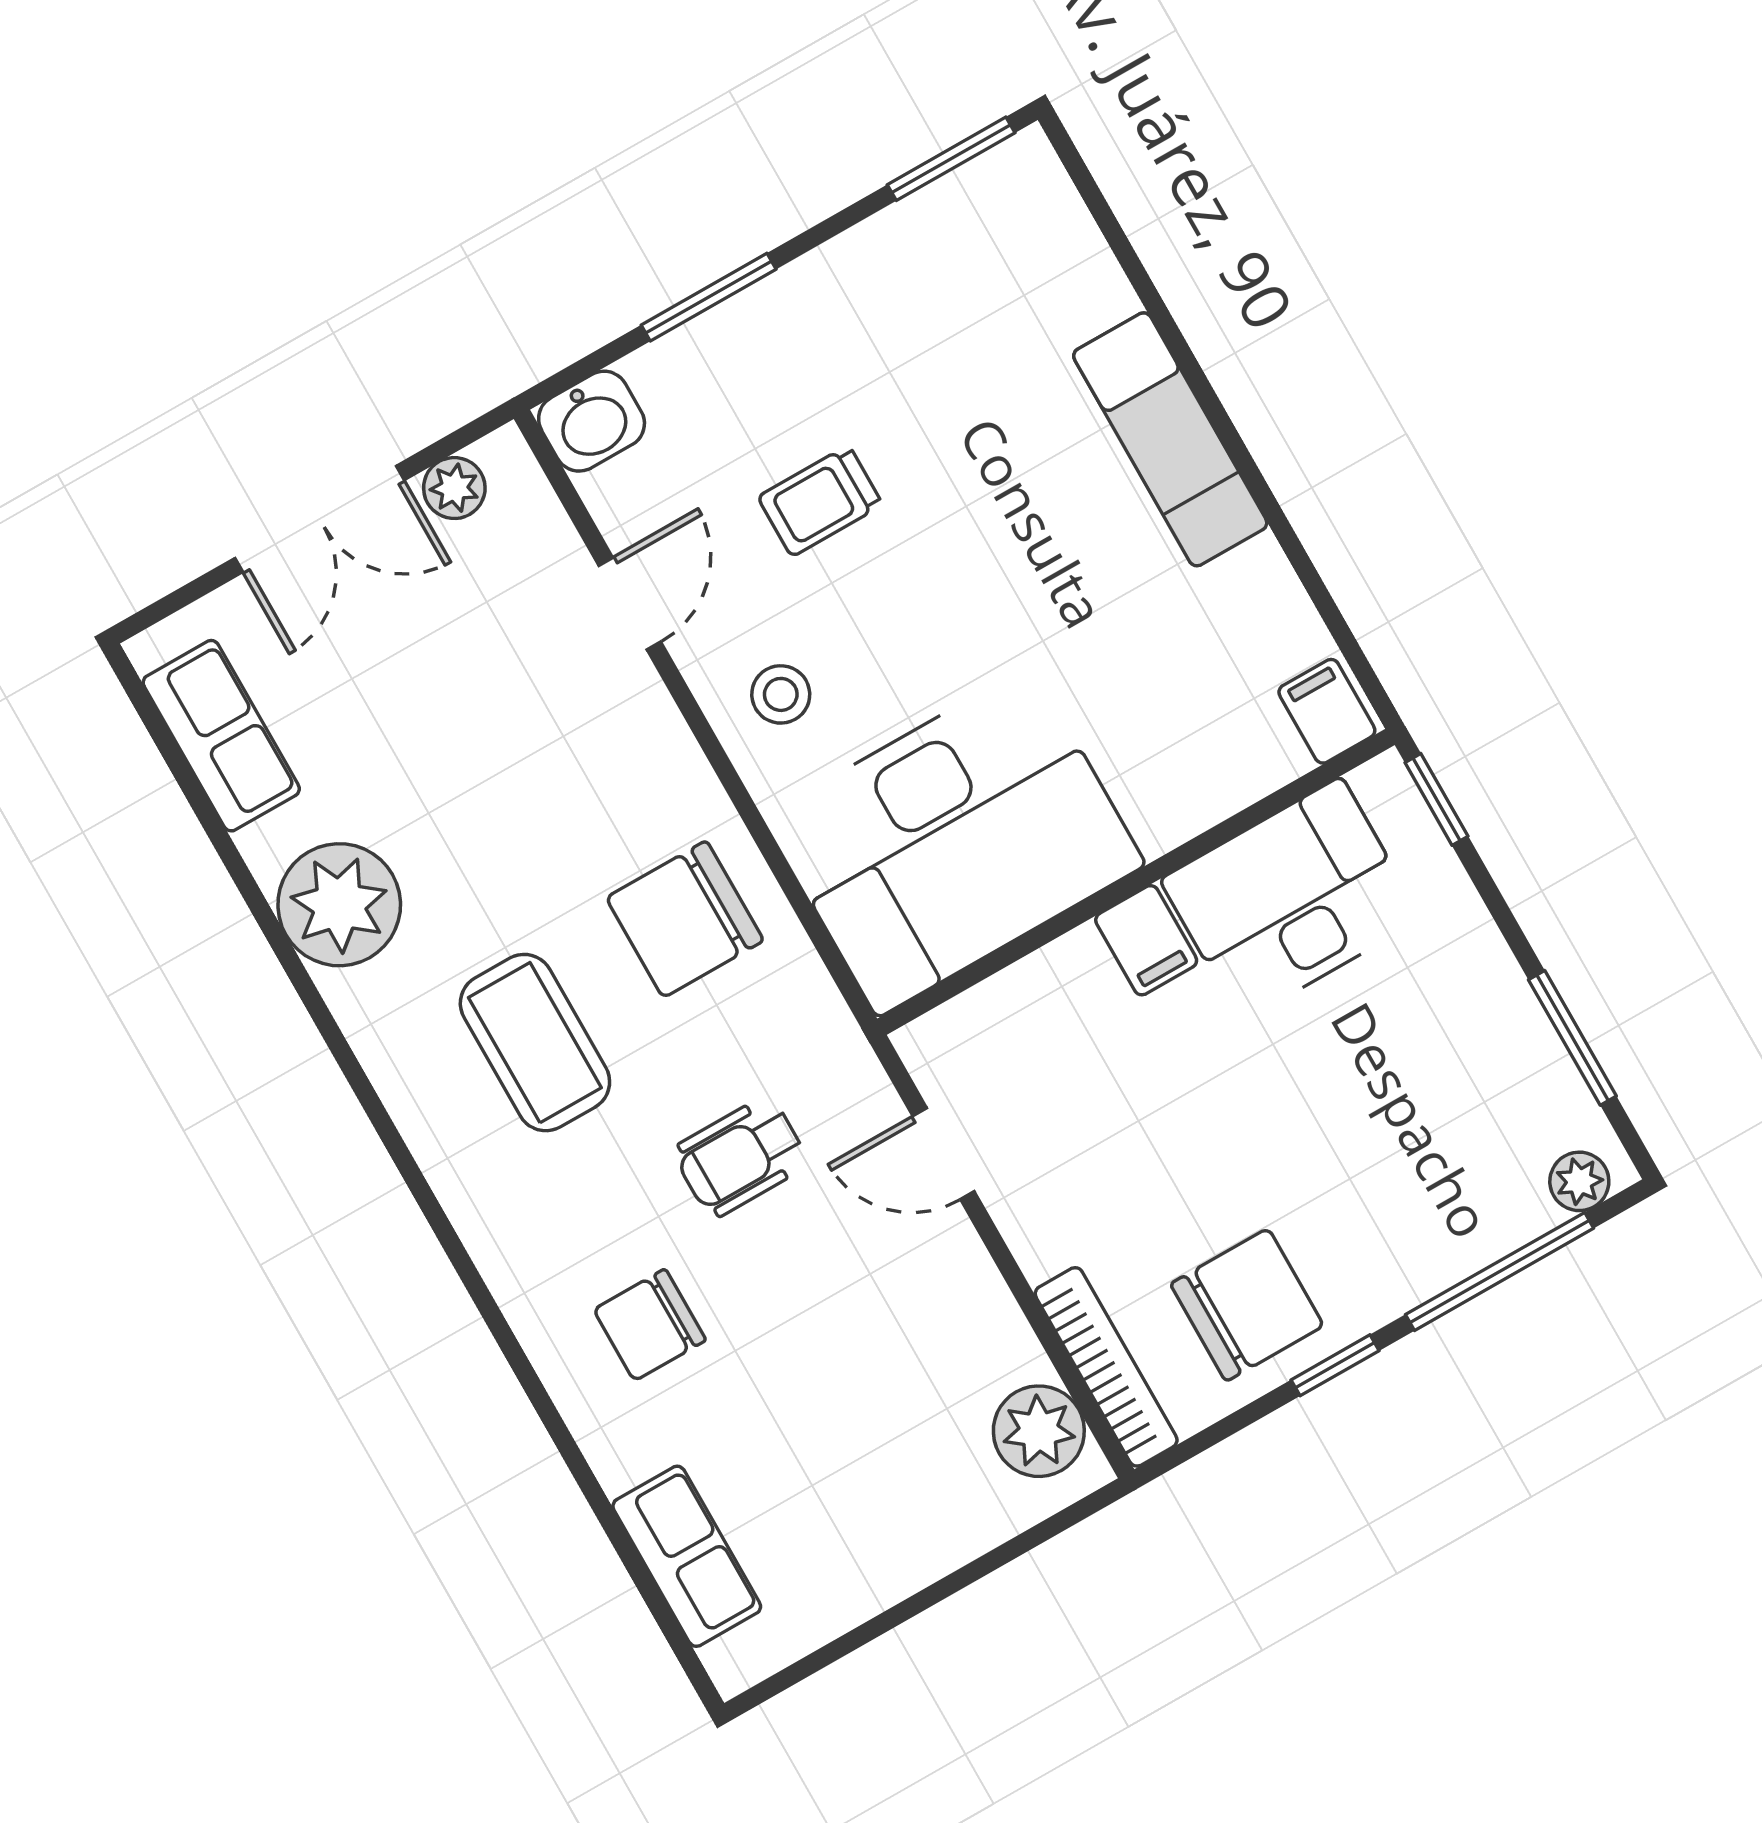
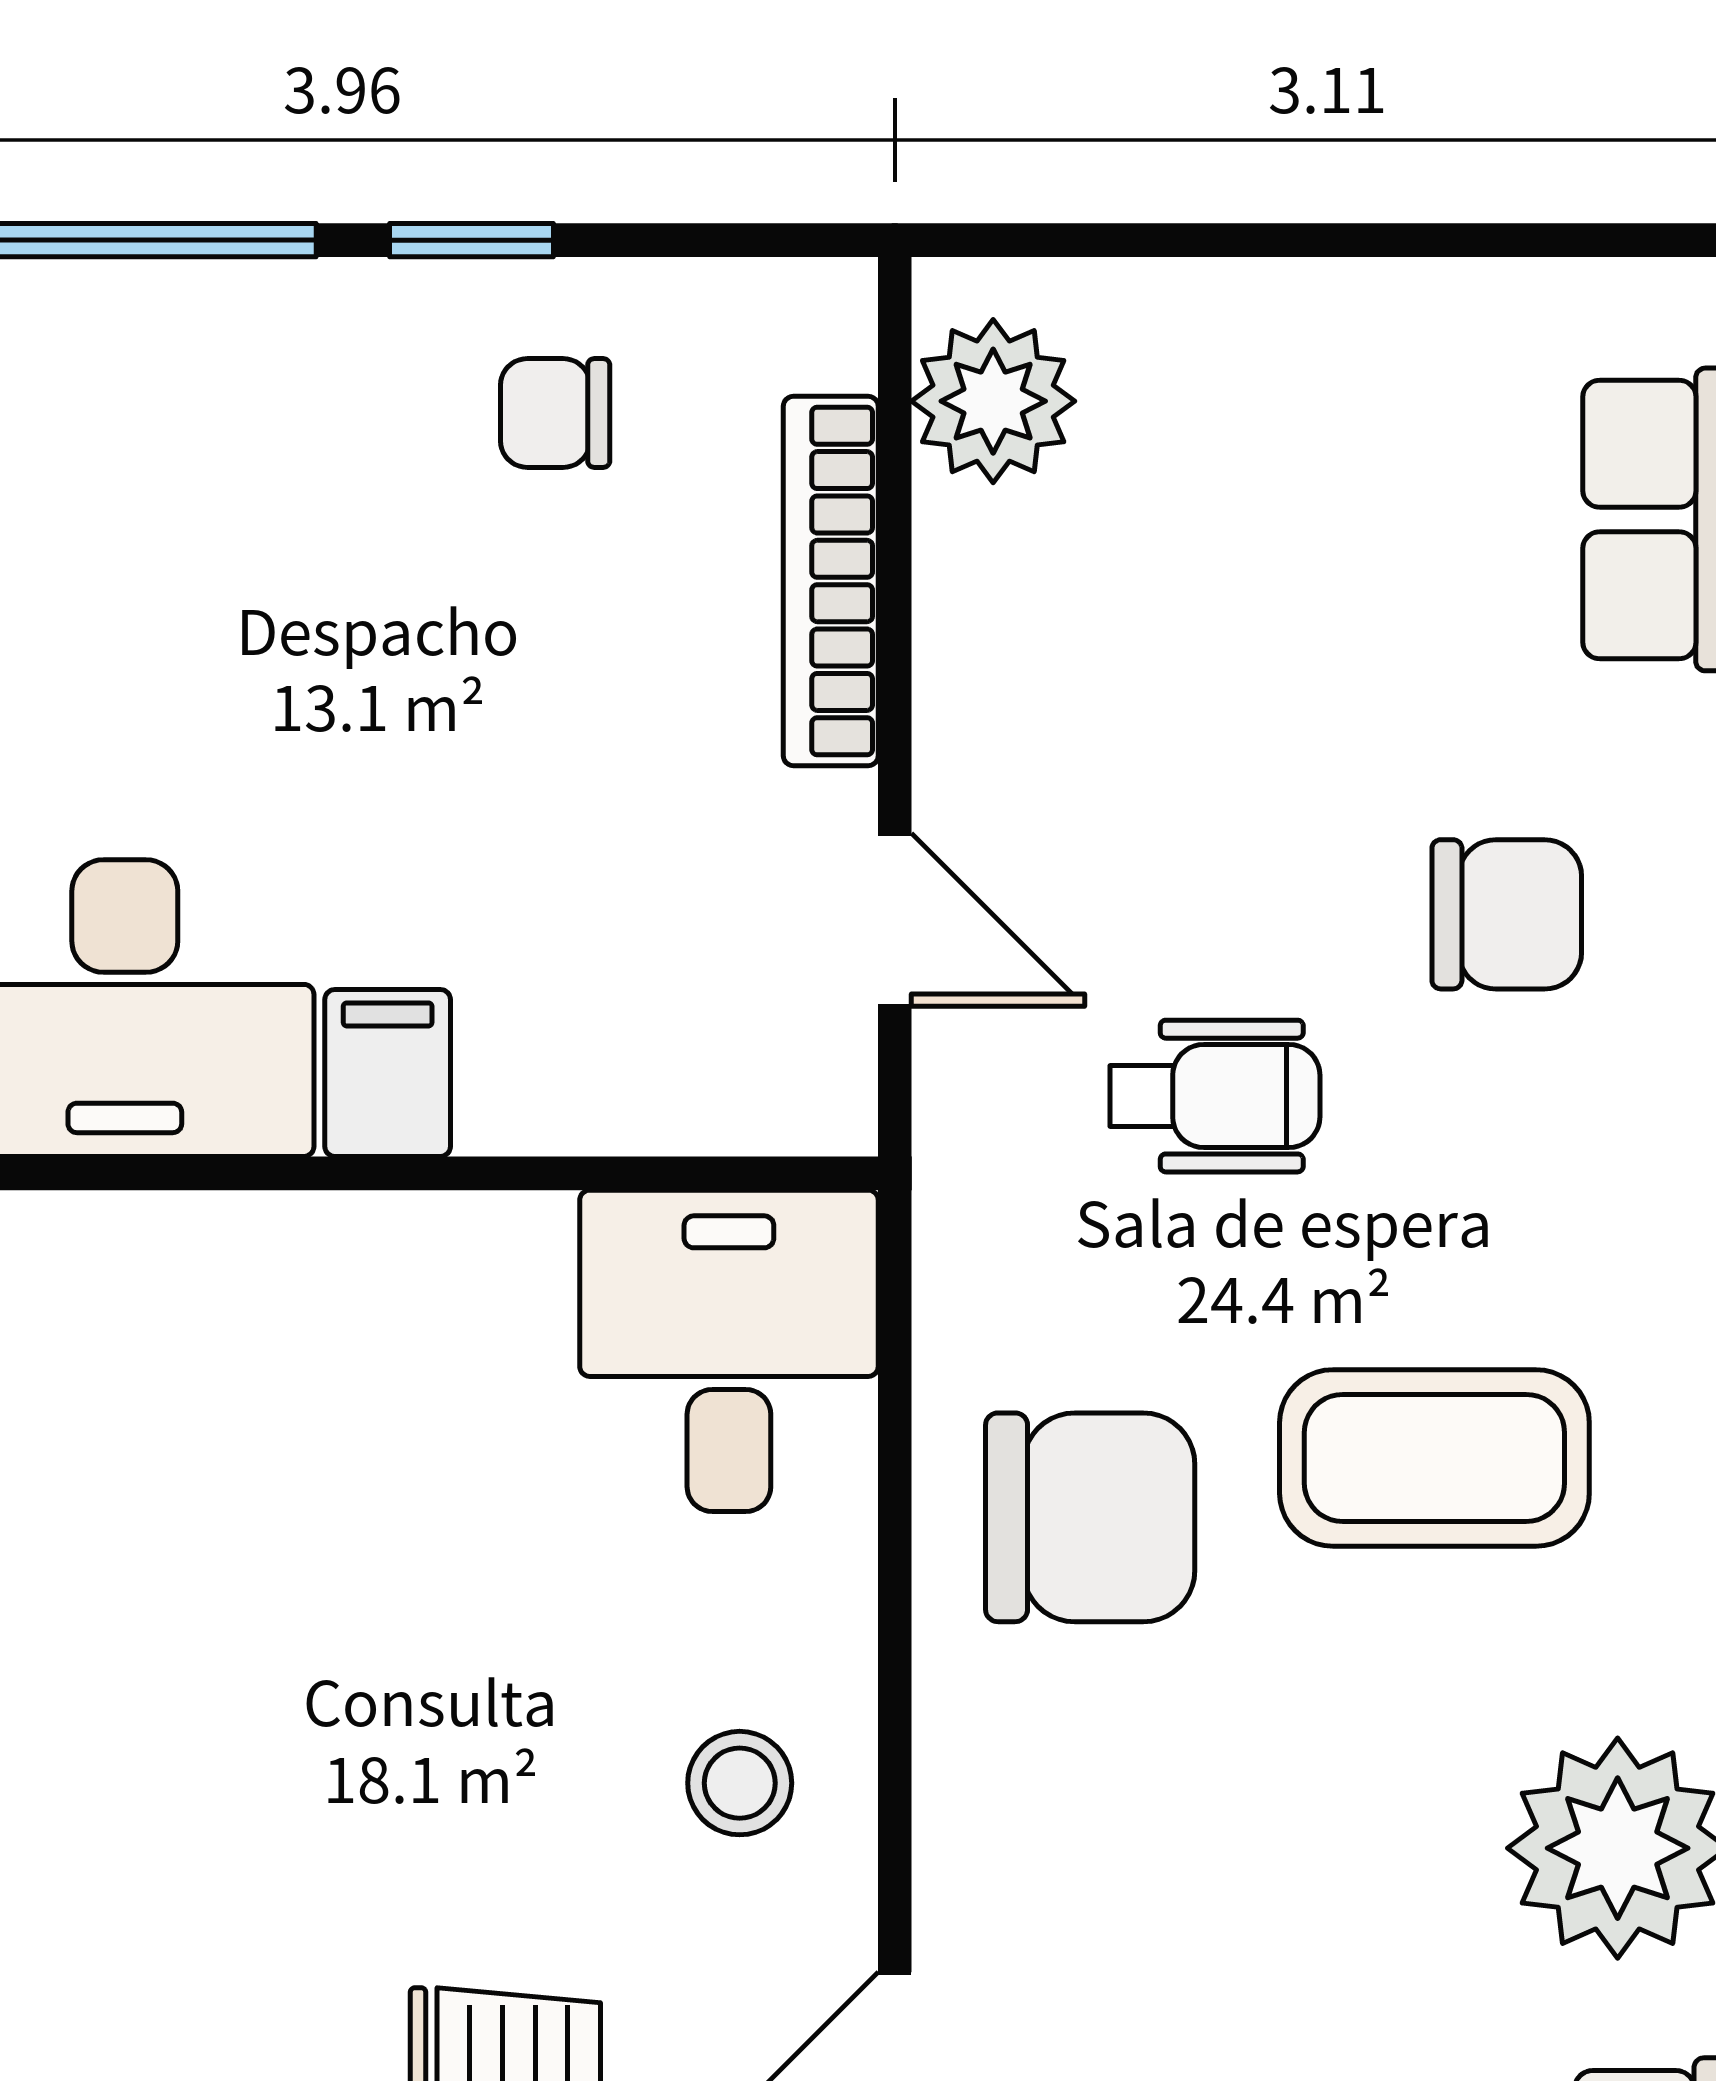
desk: (954, 841) -> (729, 1351), width x0.53, depth x0.77
coffee table: (535, 1043) -> (1434, 1458), turned 90
chair: (1247, 1305) -> (555, 413), width x0.54, depth x0.54
bookcase: (1106, 1367) -> (831, 581), moved

